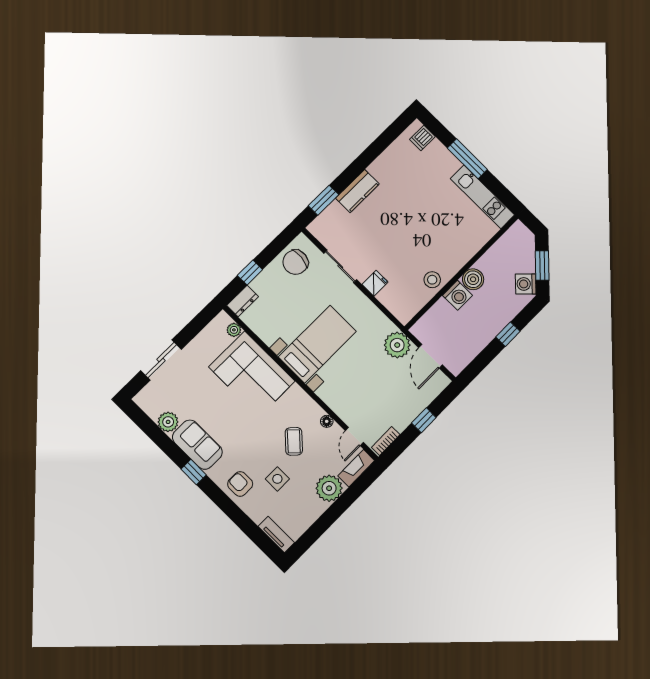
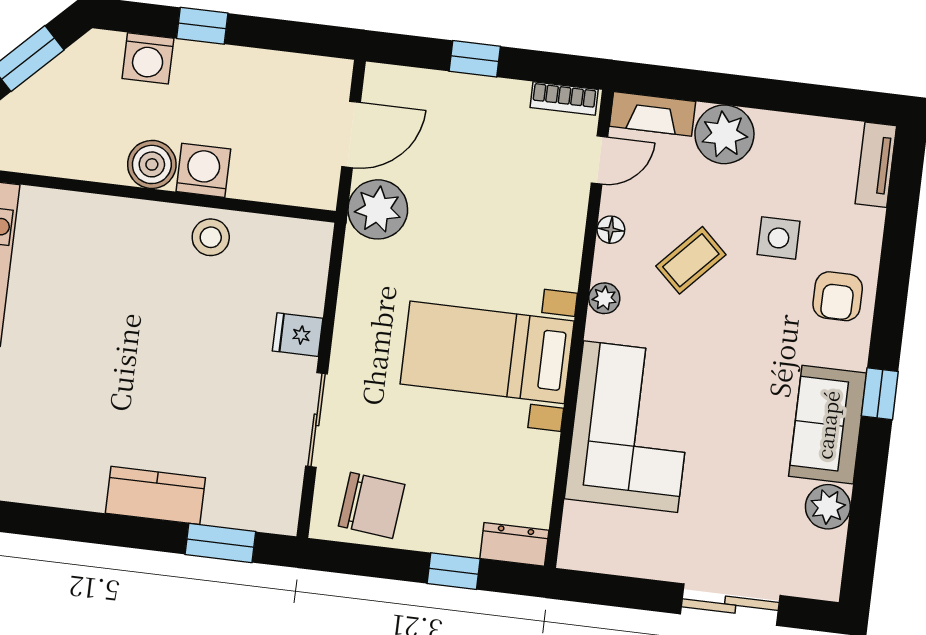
washing machine: (526, 284) -> (148, 58), moved, turned 45
plant: (234, 330) -> (604, 298), moved

